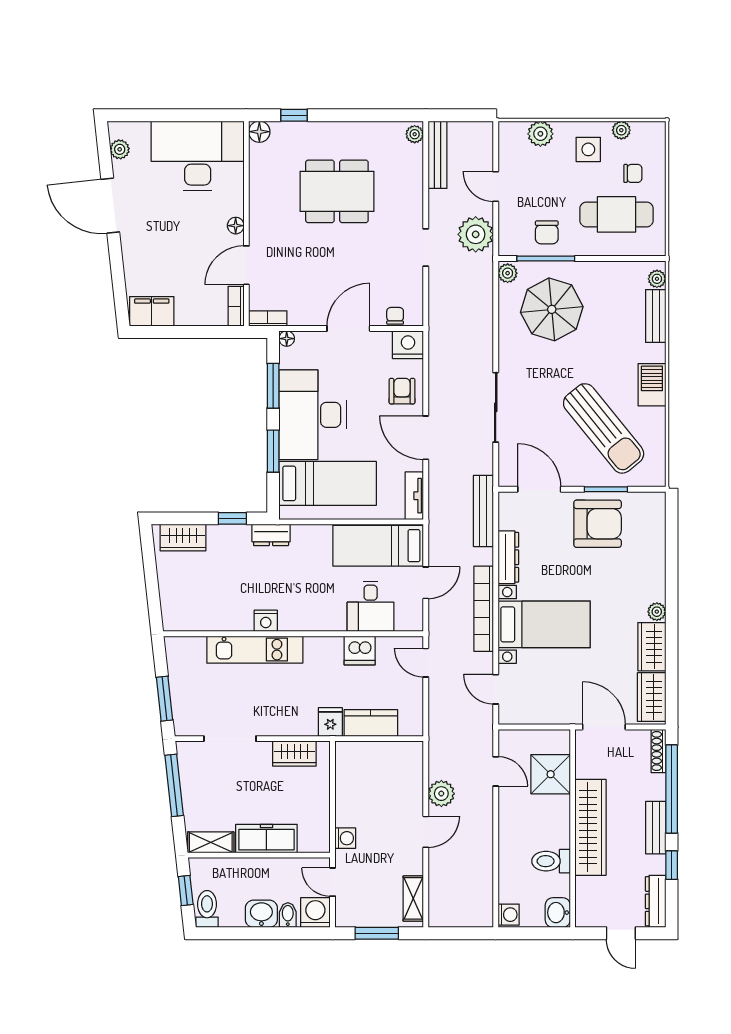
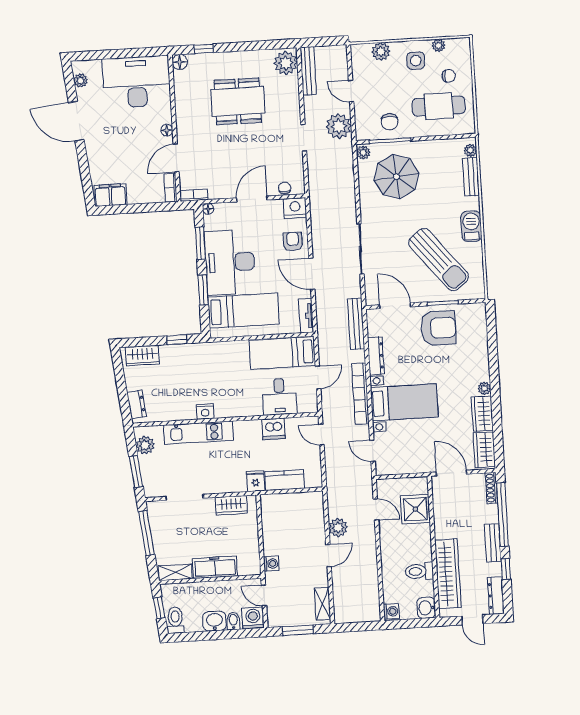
plant: (415, 134) -> (286, 63), width x1.88, depth x1.88
dresser: (271, 535) -> (137, 404), moved, turned -96
plant: (179, 663) -> (145, 445), added
wardrobe: (590, 827) -> (448, 574), moved

